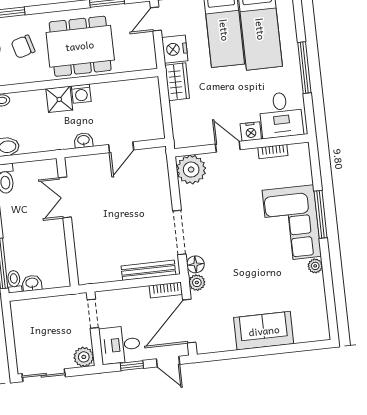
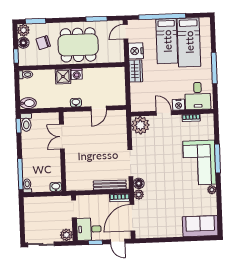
washbasin: (32, 283) -> (56, 187), moved
sofa: (264, 331) -> (200, 226), moved

